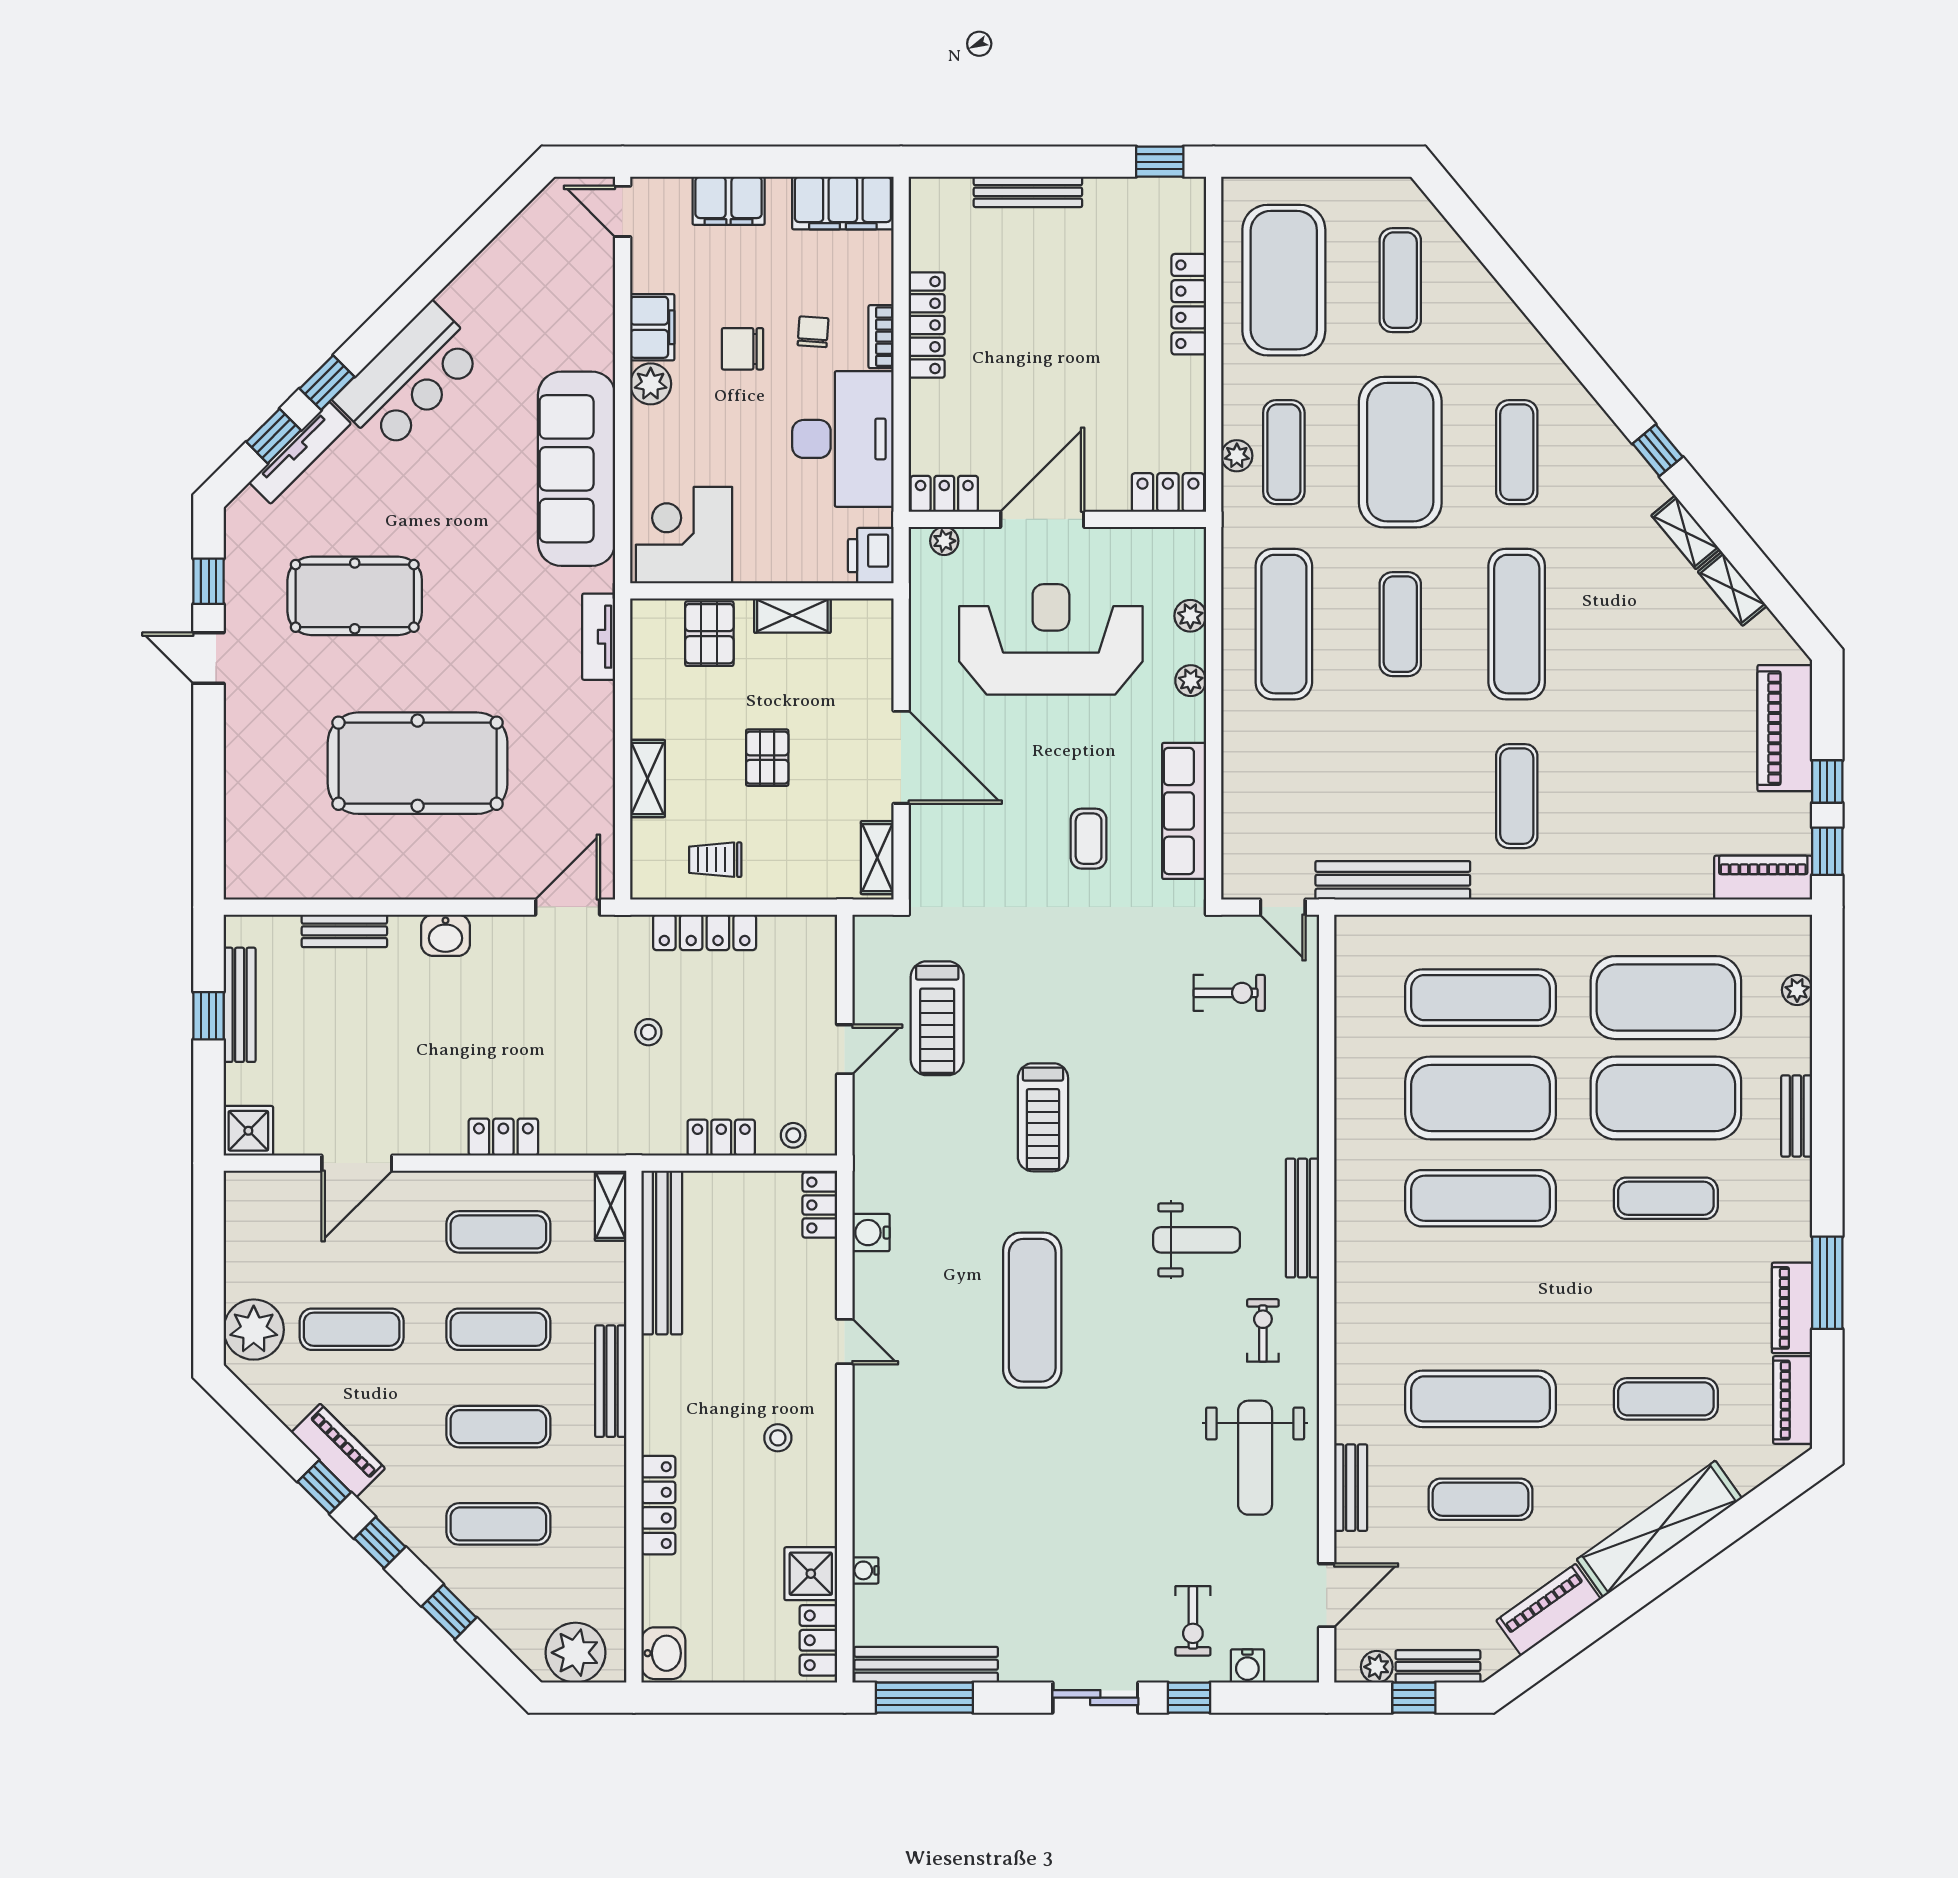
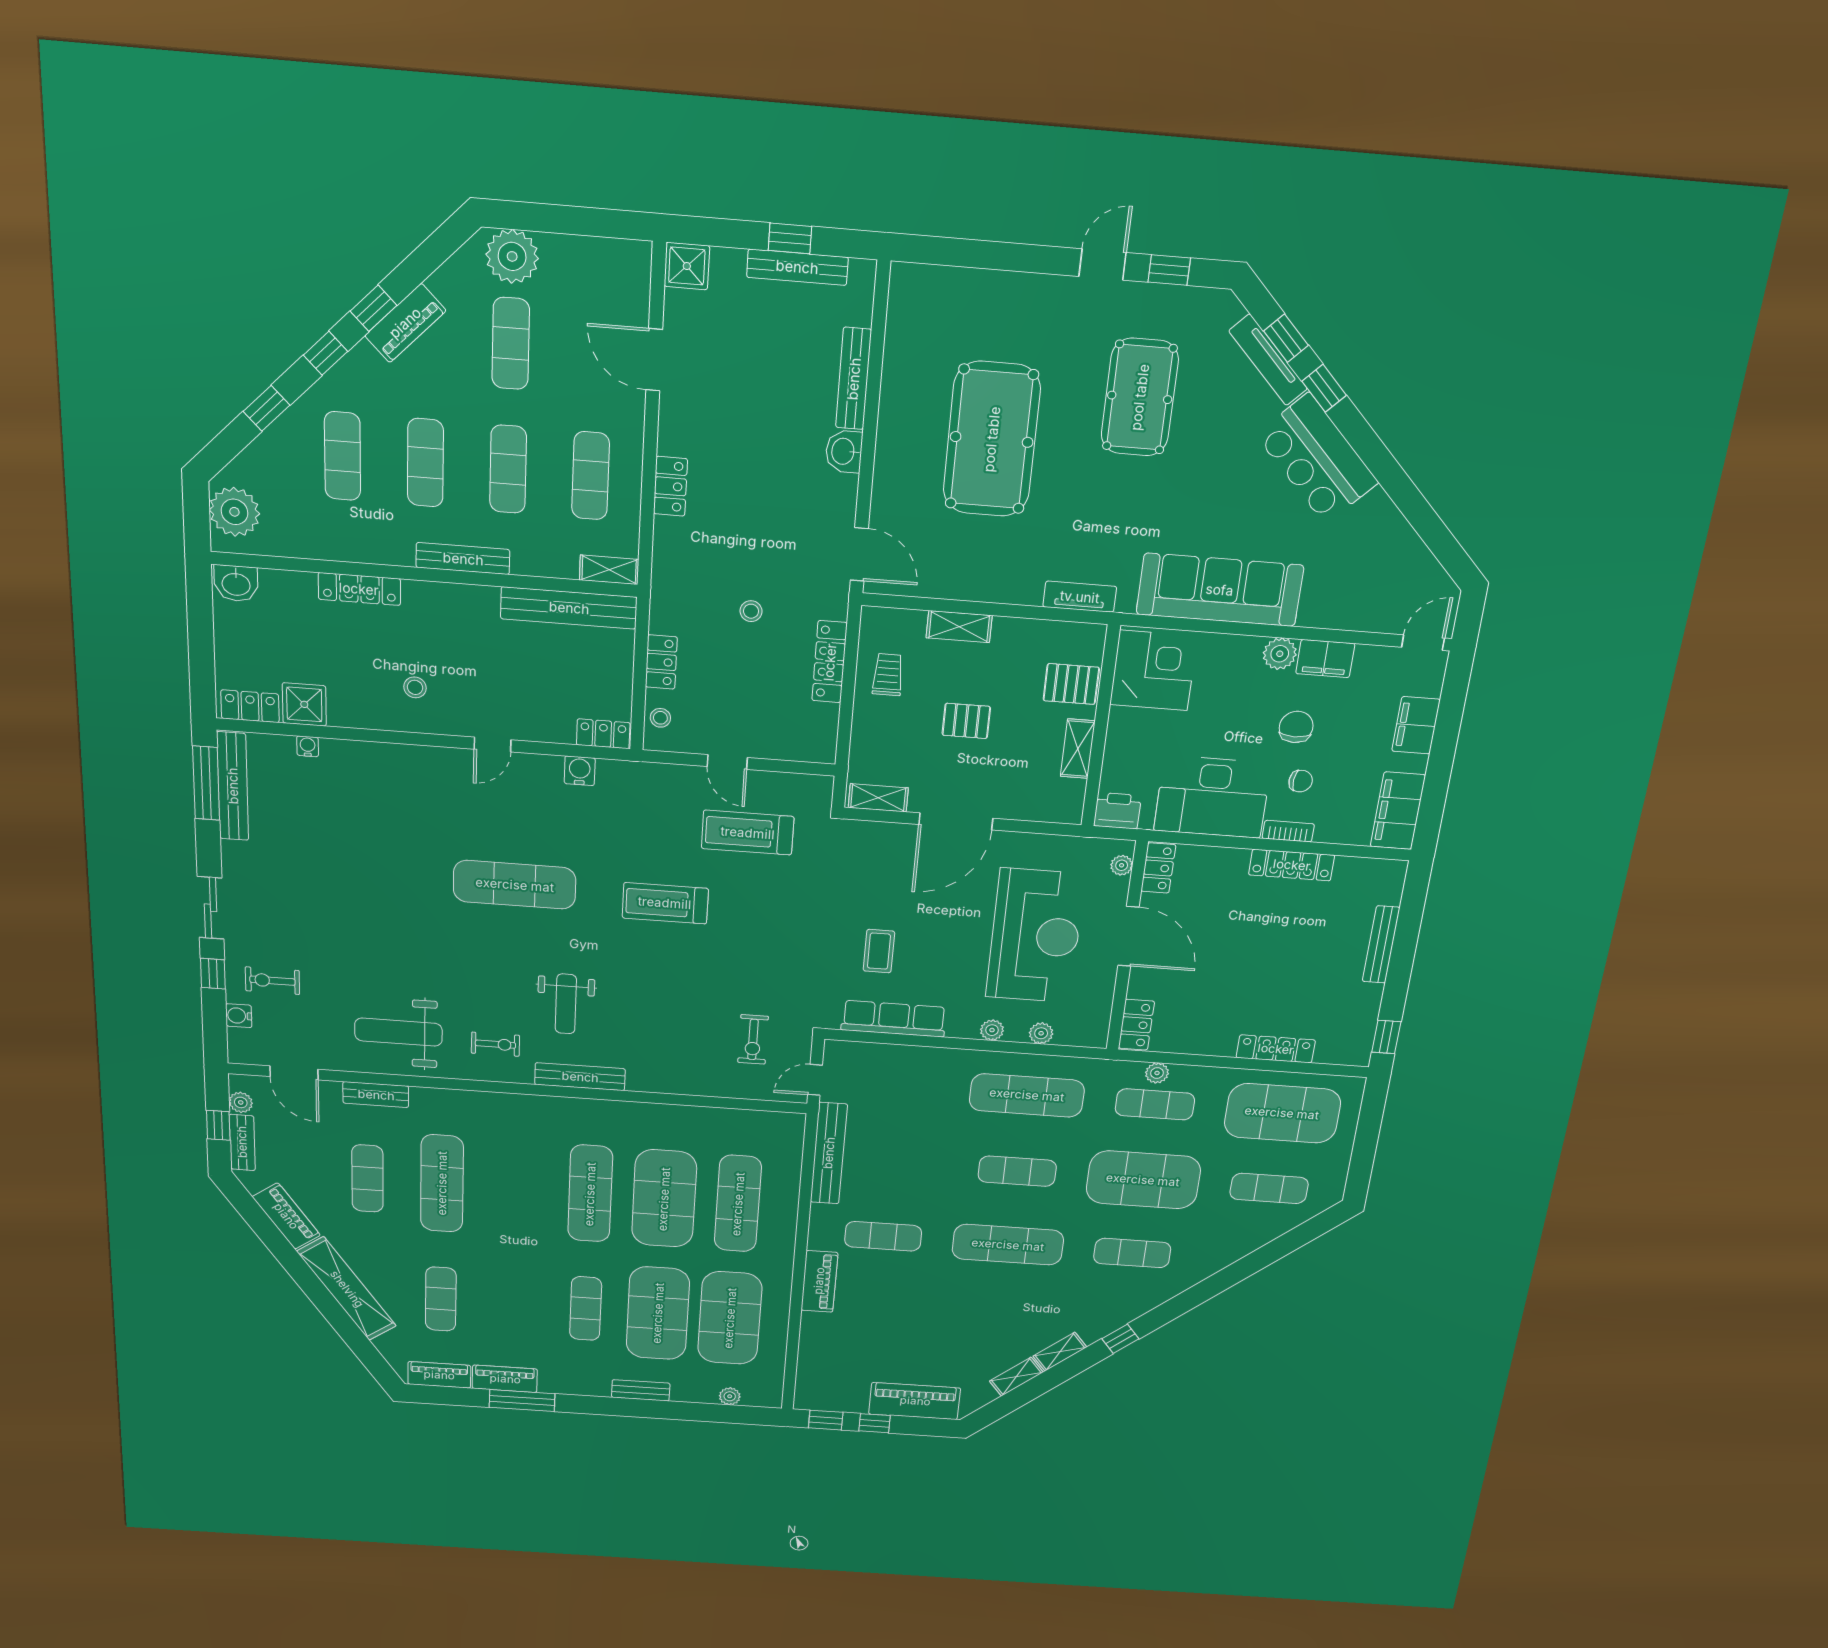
coffee table: (1089, 839) -> (879, 951), turned 90
piano: (1763, 878) -> (819, 1281), moved
bench: (344, 931) -> (854, 379), width x1.36

